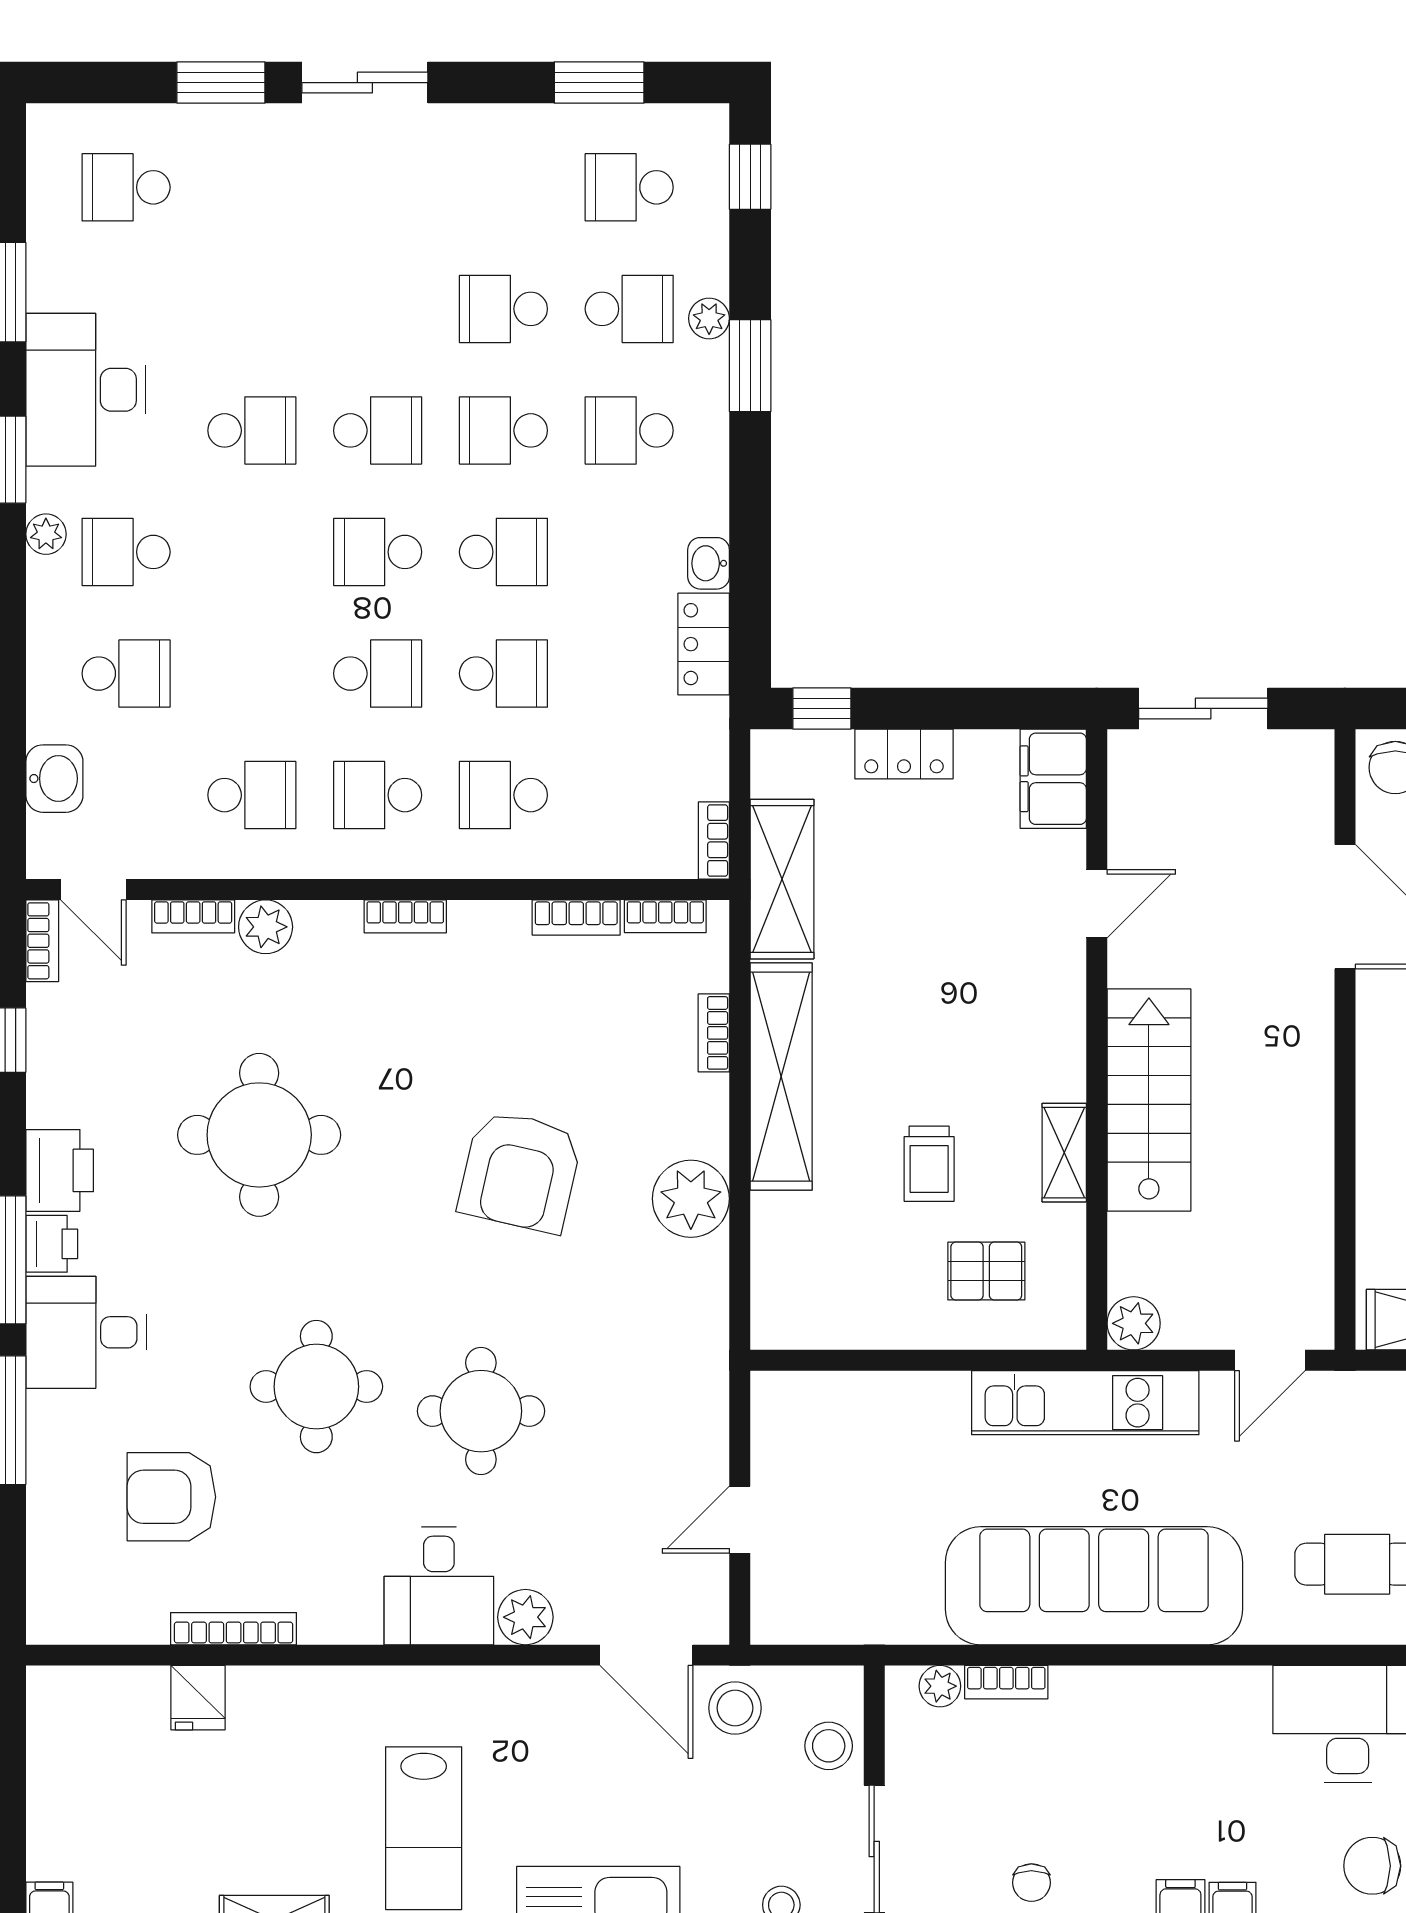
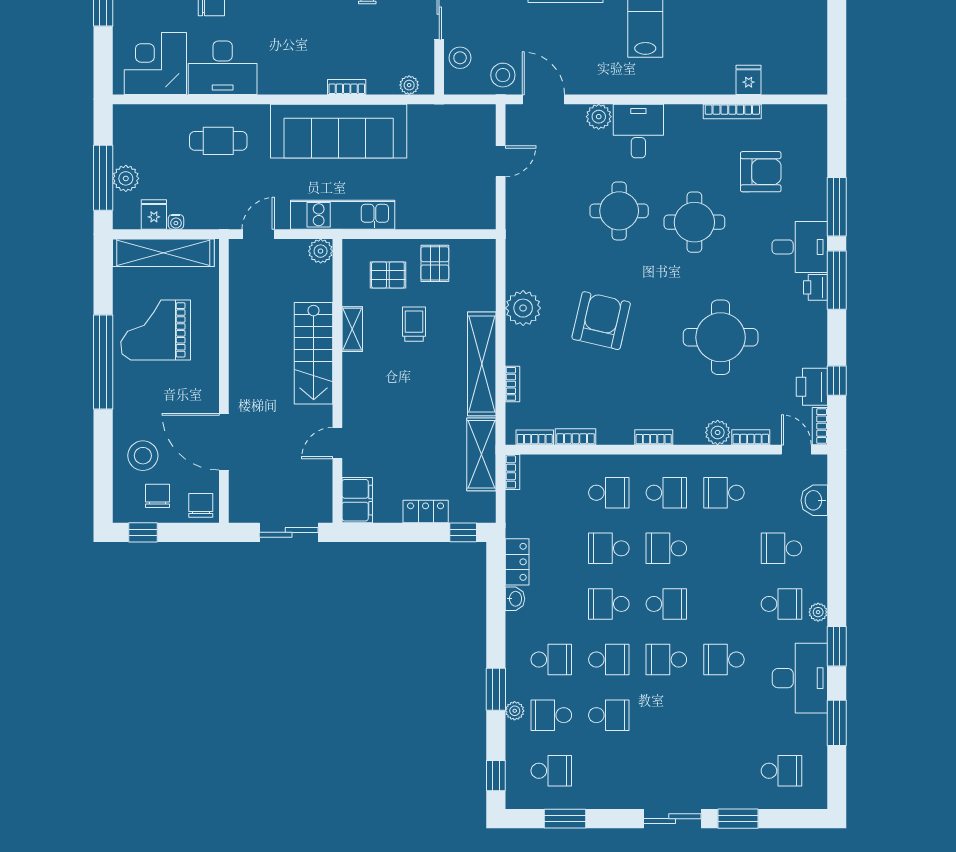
printer: (60, 1170) -> (812, 387), moved
pallet: (884, 1296) -> (435, 263), added
bookcase: (1006, 1682) -> (347, 87), moved

